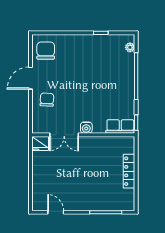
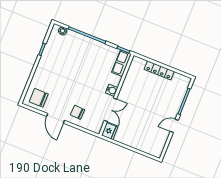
door: (56, 212) -> (174, 126), moved

